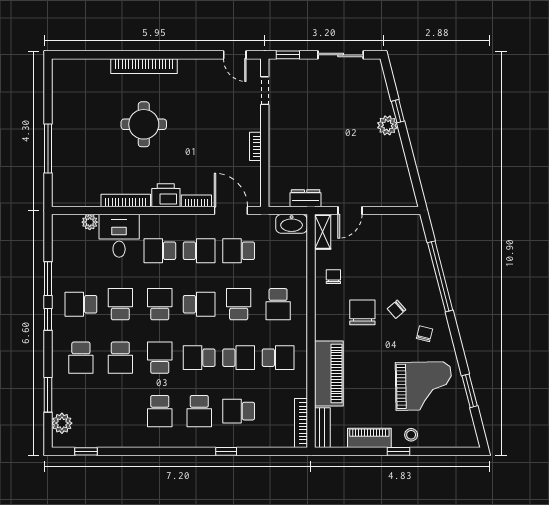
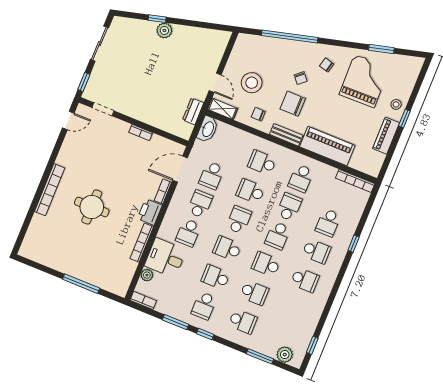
bookcase: (58, 230) -> (143, 300), added
stool: (367, 254) -> (252, 83), added
school desk: (278, 304) -> (262, 163), turned 180
school desk: (278, 358) -> (301, 178), turned 180
bench: (322, 428) -> (286, 135), moved

